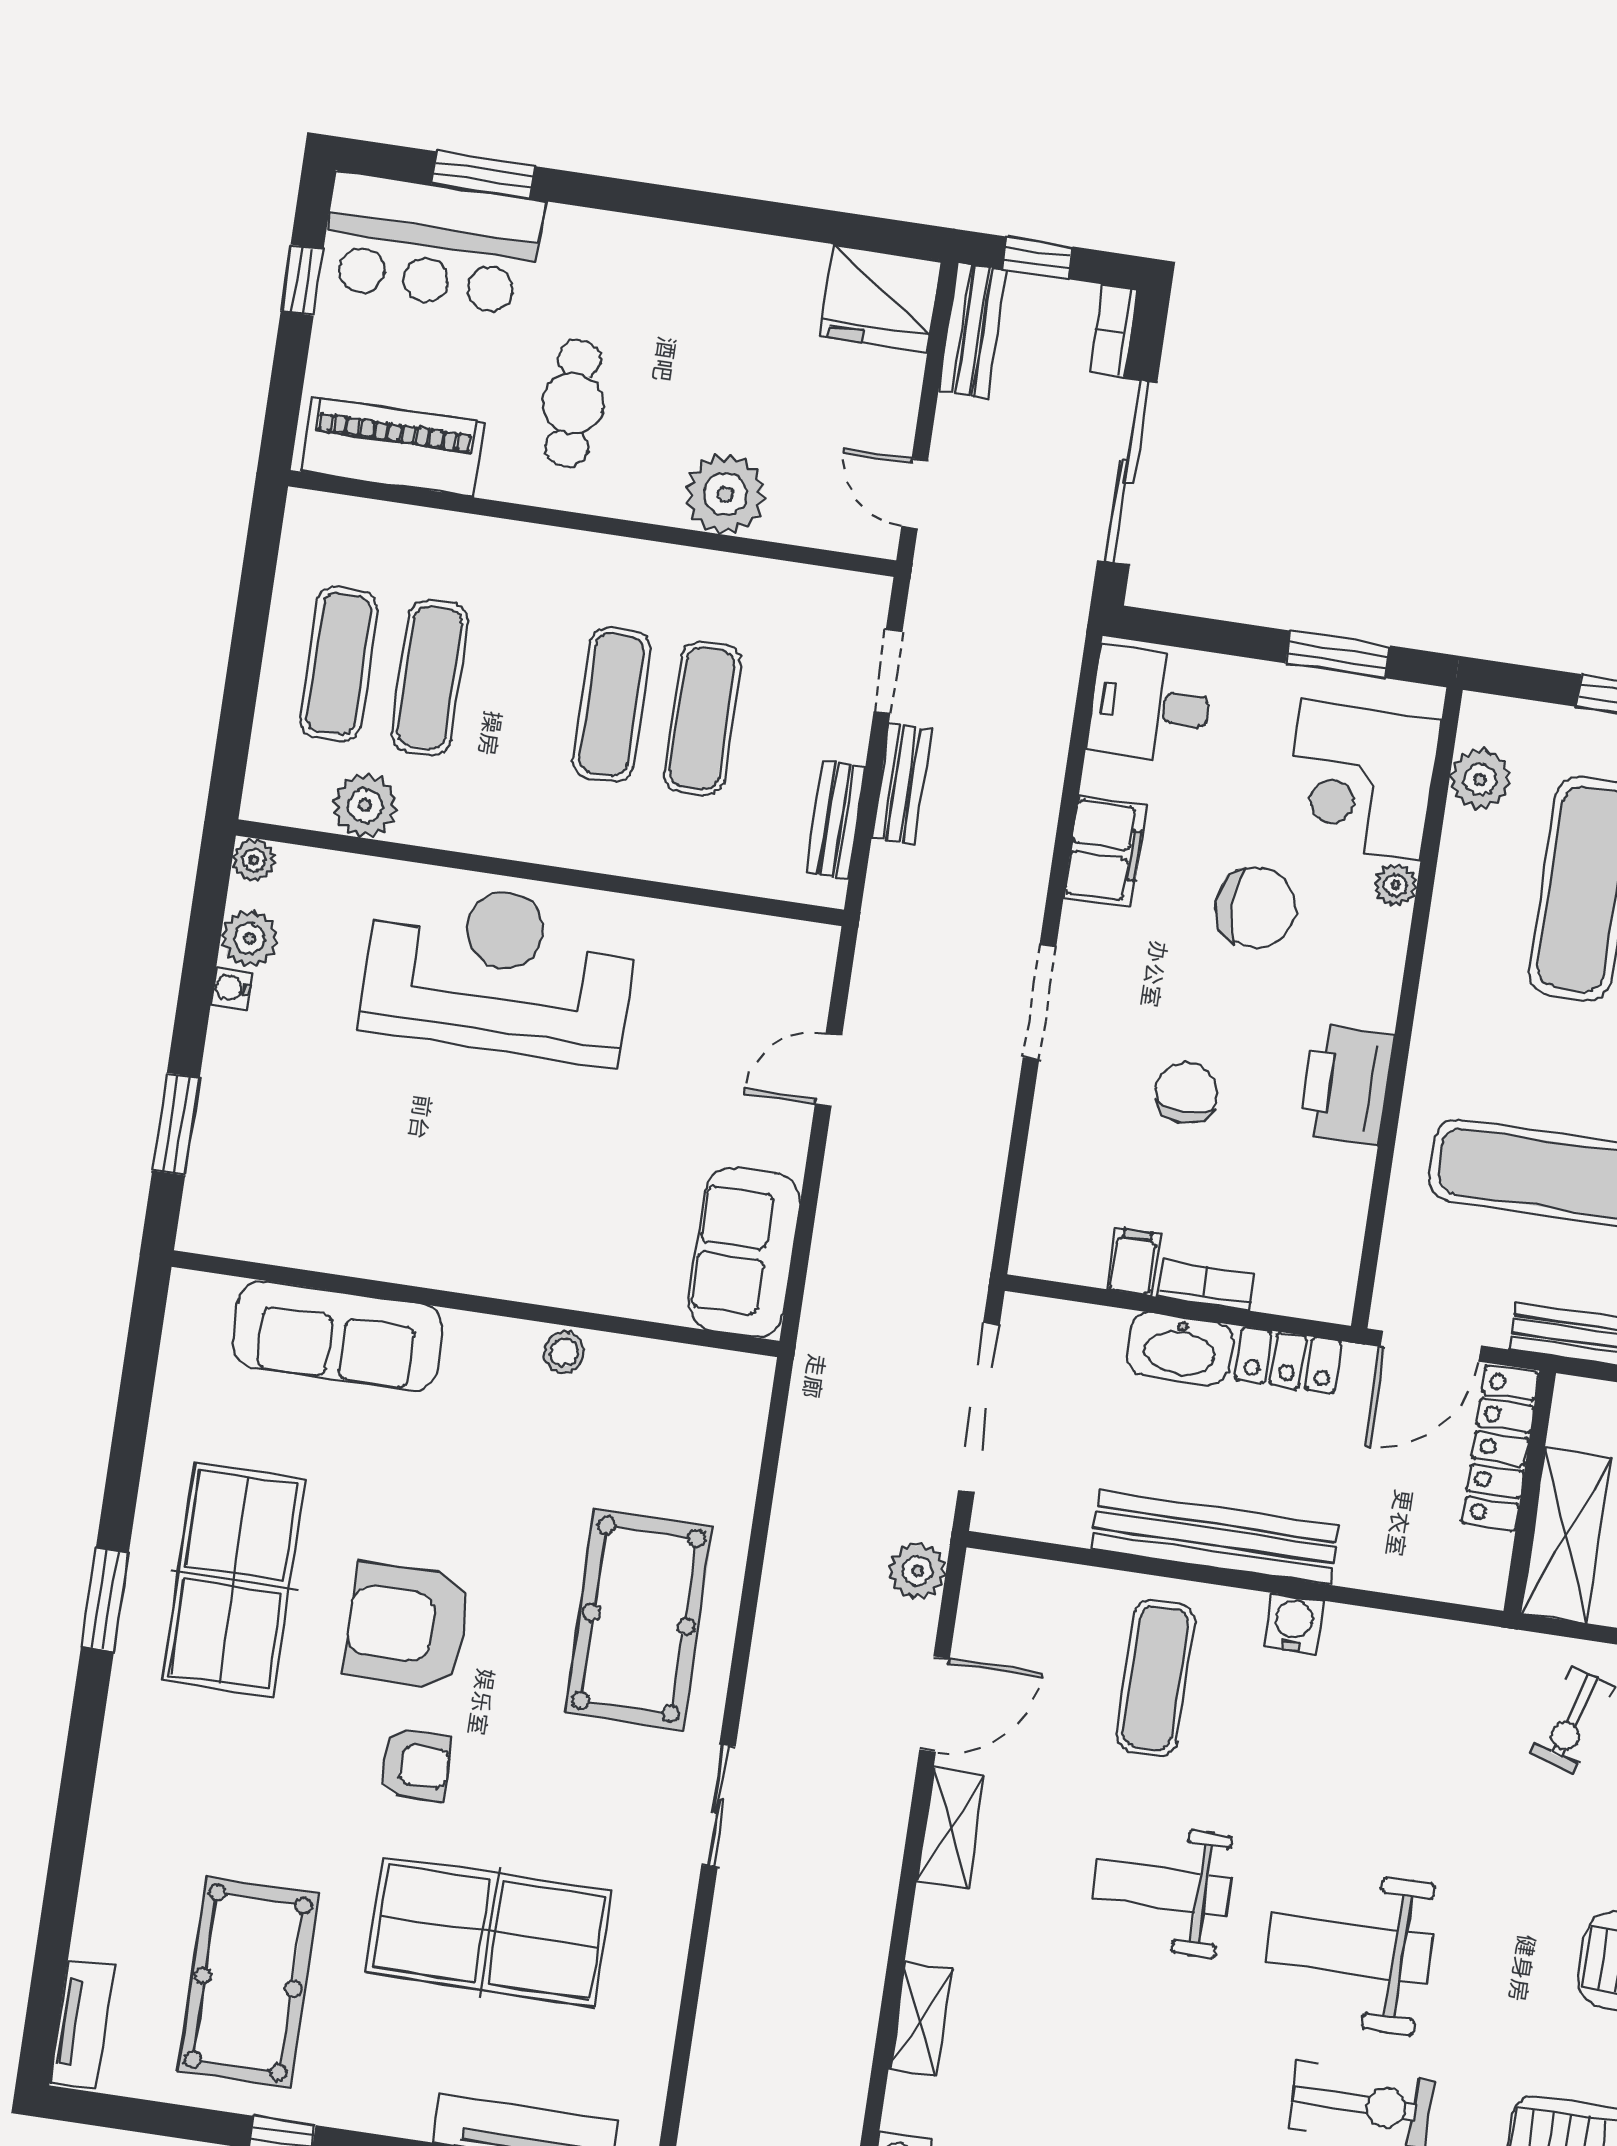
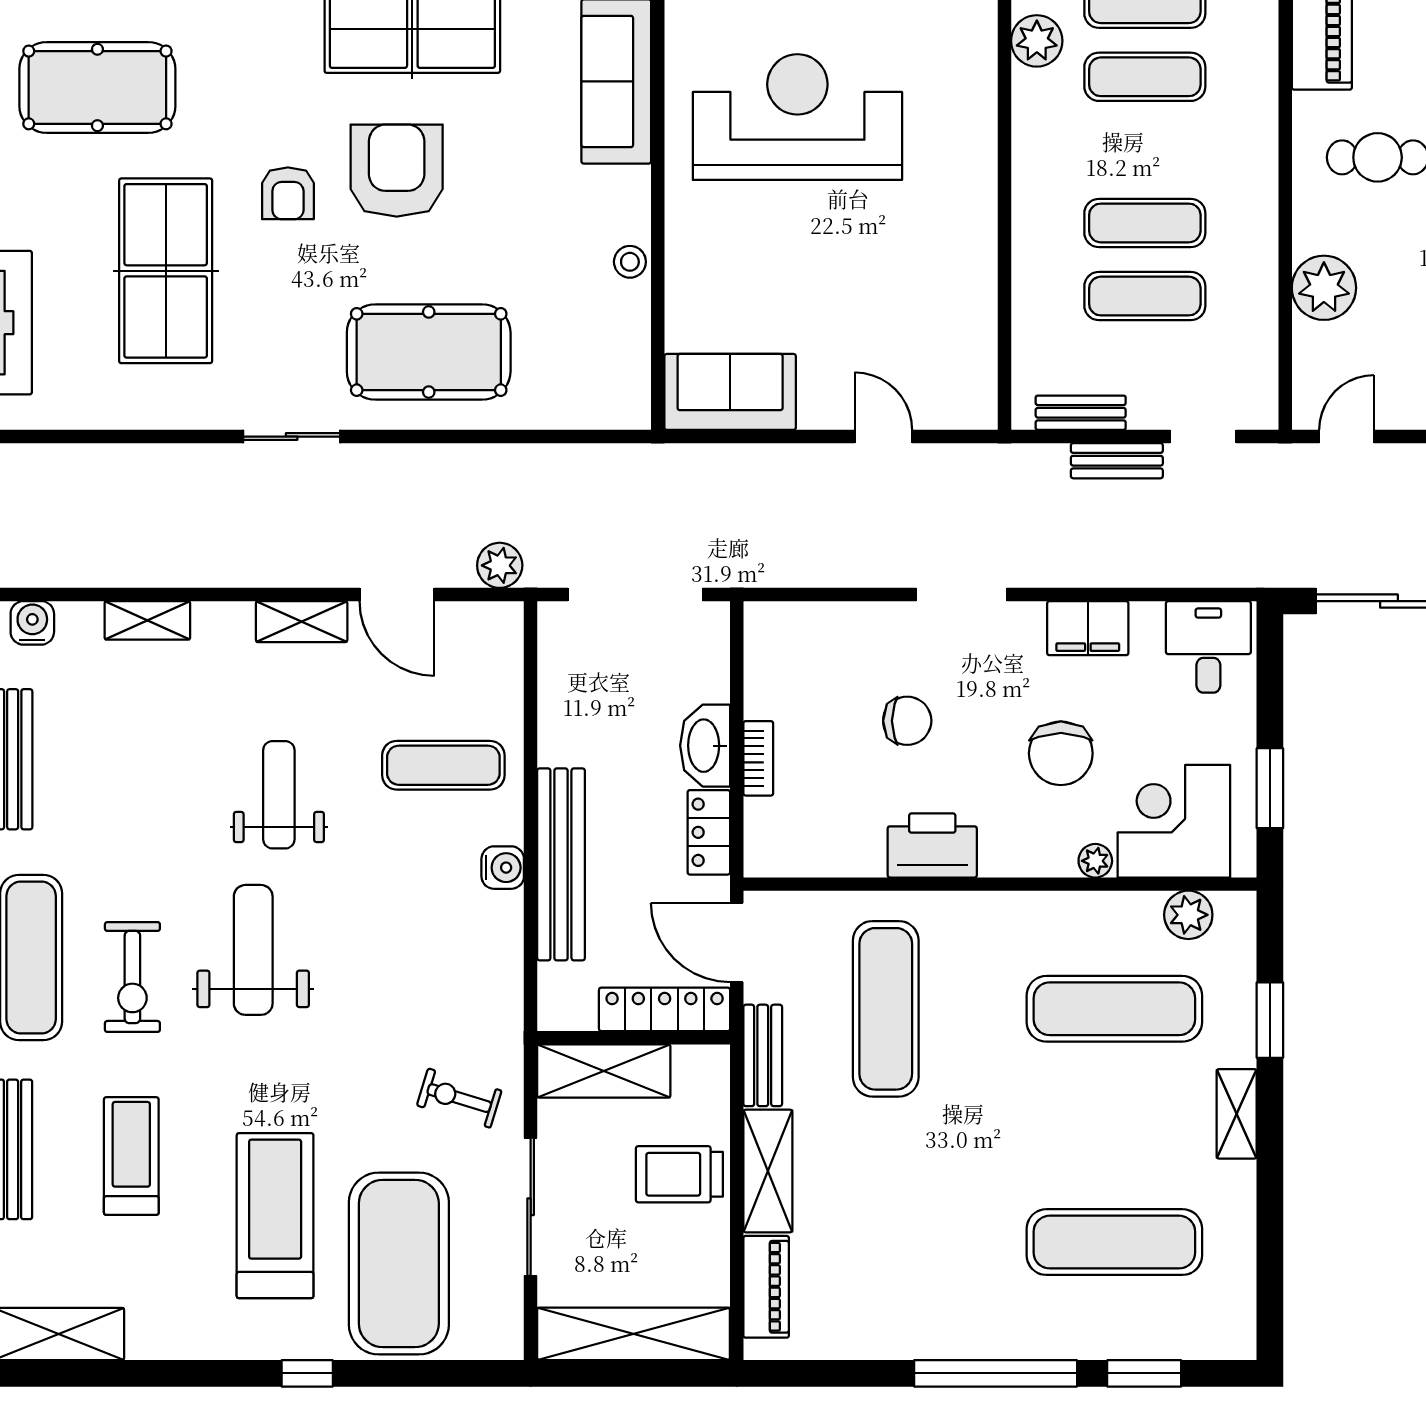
reception desk: (499, 971) -> (797, 117), moved, turned -90
filing cabinet: (1133, 1262) -> (768, 699), removed
bench: (1214, 1537) -> (561, 864), moved

